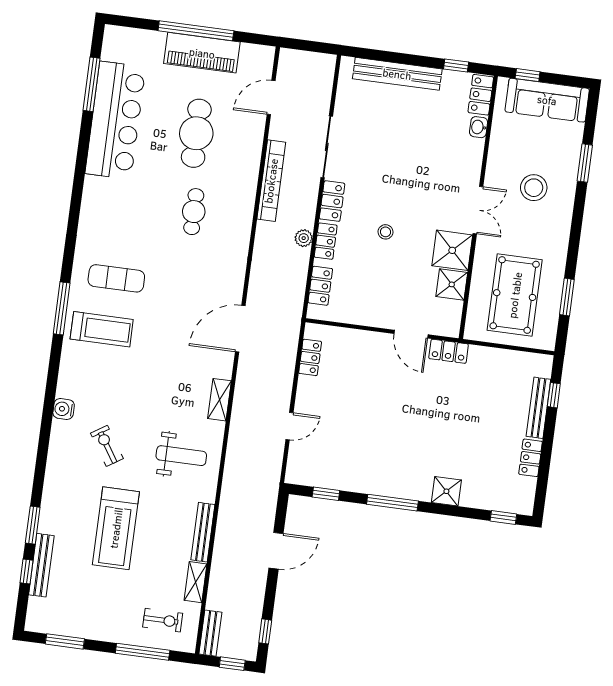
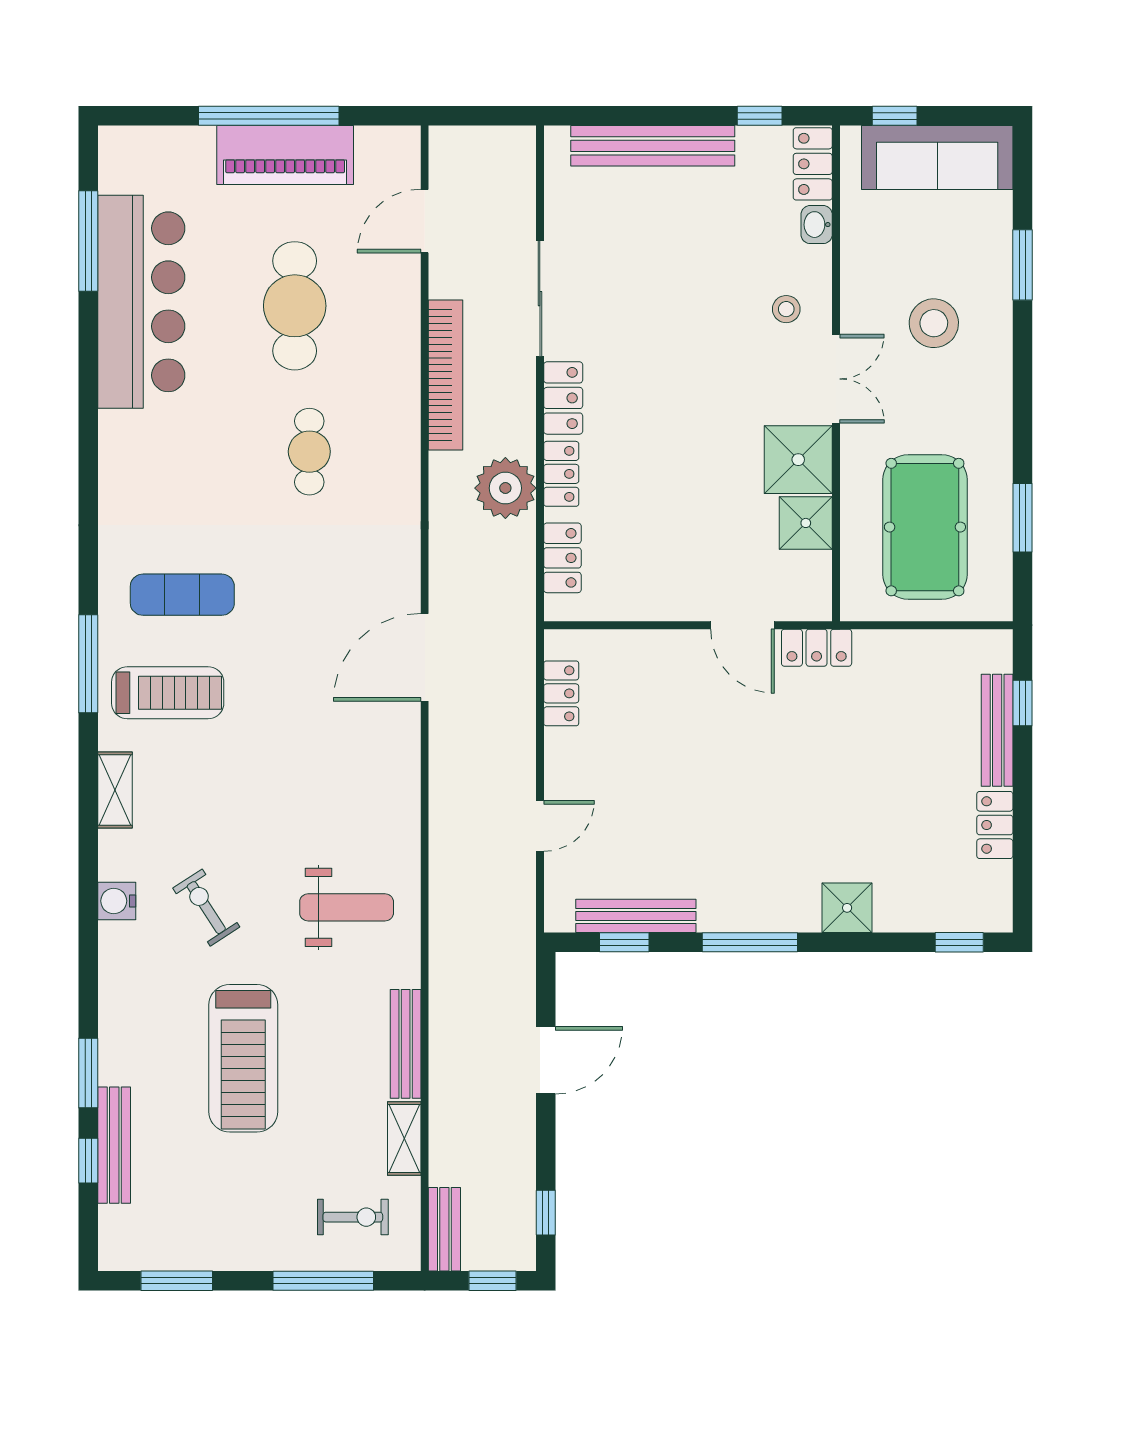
stool: (386, 232) -> (786, 309), moved
plant: (304, 238) -> (505, 488), width x1.87, depth x1.87
shelving: (219, 400) -> (115, 790), moved
water cooler: (64, 409) -> (117, 901), moved
bench: (334, 481) -> (636, 916), added

